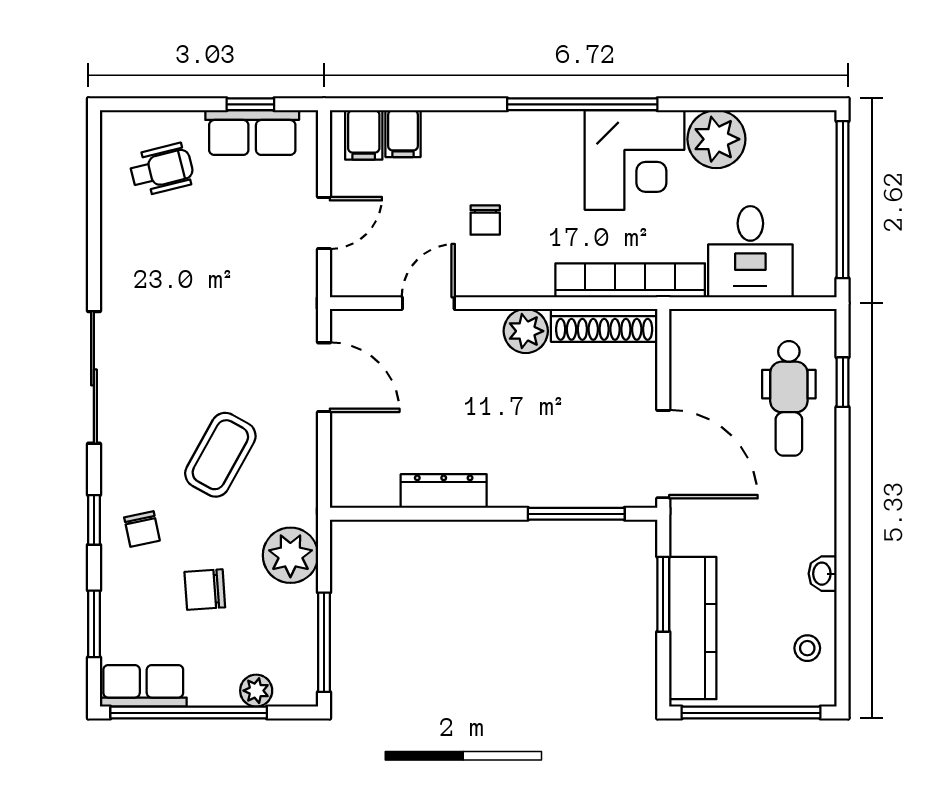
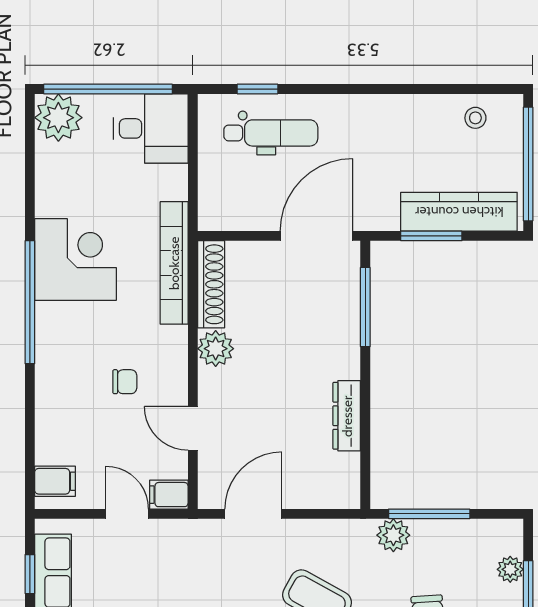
filing cabinet: (403, 134) -> (169, 495), moved, turned 180
plant: (716, 139) -> (58, 118), moved
desk: (750, 252) -> (151, 128), moved
plant: (290, 555) -> (393, 535), width x0.73, depth x0.73
washbasin: (823, 574) -> (414, 105), removed
window: (324, 642) -> (429, 514), moved

